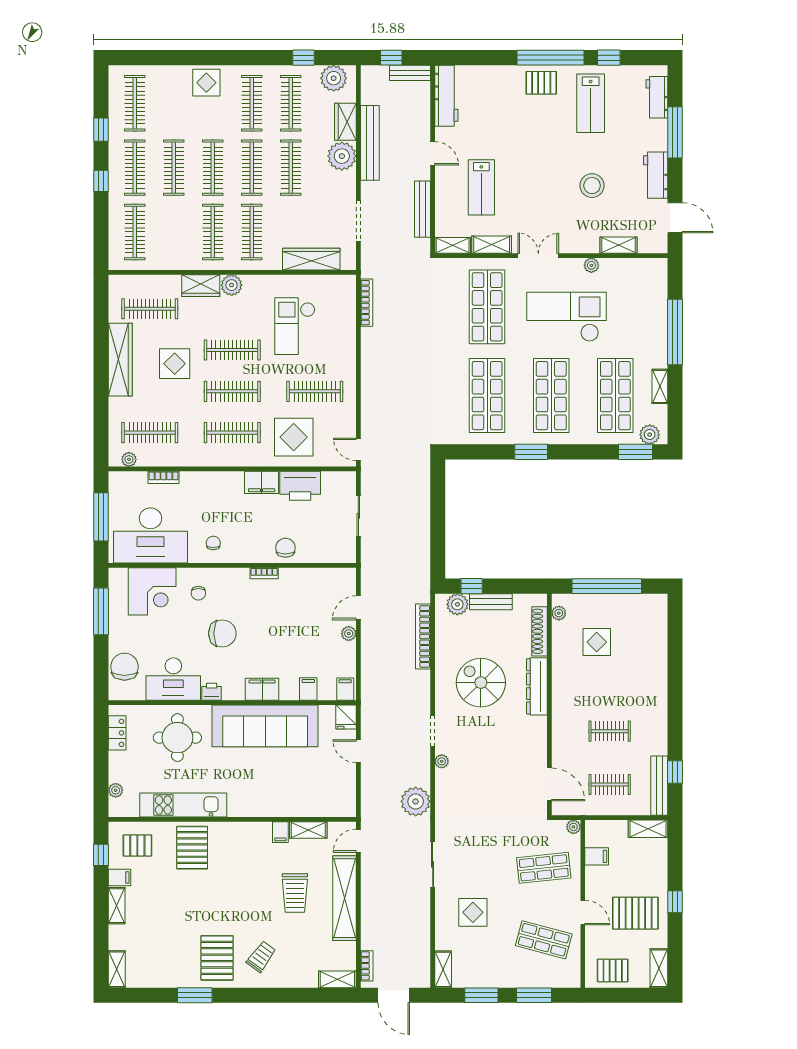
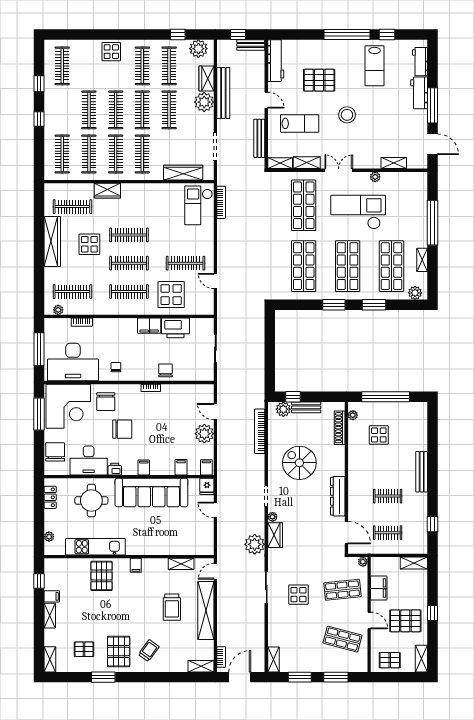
pallet: (541, 83) -> (319, 80), moved, width x1.50, depth x1.42
window: (675, 132) -> (432, 105), moved
clothes rail: (135, 168) -> (89, 154), moved
workbench: (656, 175) -> (419, 93), moved
stool: (592, 186) -> (347, 115), moved
lab bench: (481, 187) -> (300, 123), turned -90
plant: (232, 285) -> (129, 190), removed
checkout: (295, 326) -> (199, 205), moved
door: (358, 449) -> (215, 281), moved
window: (636, 452) -> (374, 305), moved
corner desk: (152, 591) -> (68, 406), width x1.36, depth x1.36
chair: (198, 593) -> (106, 402), width x1.87, depth x1.87
door: (358, 608) -> (215, 412), hinge flipped
plant: (349, 634) -> (204, 434), width x1.87, depth x1.87
dresser: (537, 686) -> (338, 496), moved
filing cabinet: (262, 689) -> (144, 467), width x0.50
bench: (659, 786) -> (422, 472), moved
wardrobe: (445, 788) -> (275, 535), added
filing cabinet: (280, 832) -> (136, 565), moved
pallet: (137, 845) -> (84, 649), moved
filing cabinet: (597, 856) -> (379, 588), width x2.00
display table: (473, 912) -> (298, 595), moved
door: (394, 995) -> (240, 677), swing flipped

